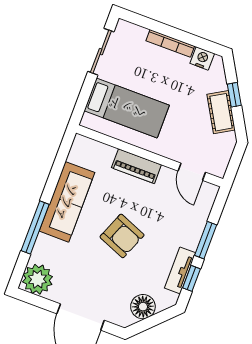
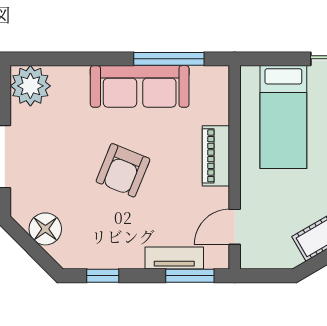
window: (35, 227) -> (169, 59), moved
window: (206, 240) -> (190, 276), moved
tv unit: (180, 270) -> (174, 258), moved

